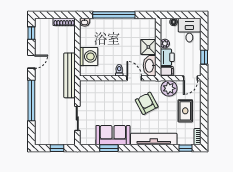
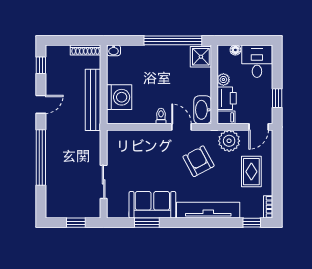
window: (114, 15) -> (173, 40), moved
shower: (148, 47) -> (201, 57), moved
bench: (70, 75) -> (93, 100), moved

